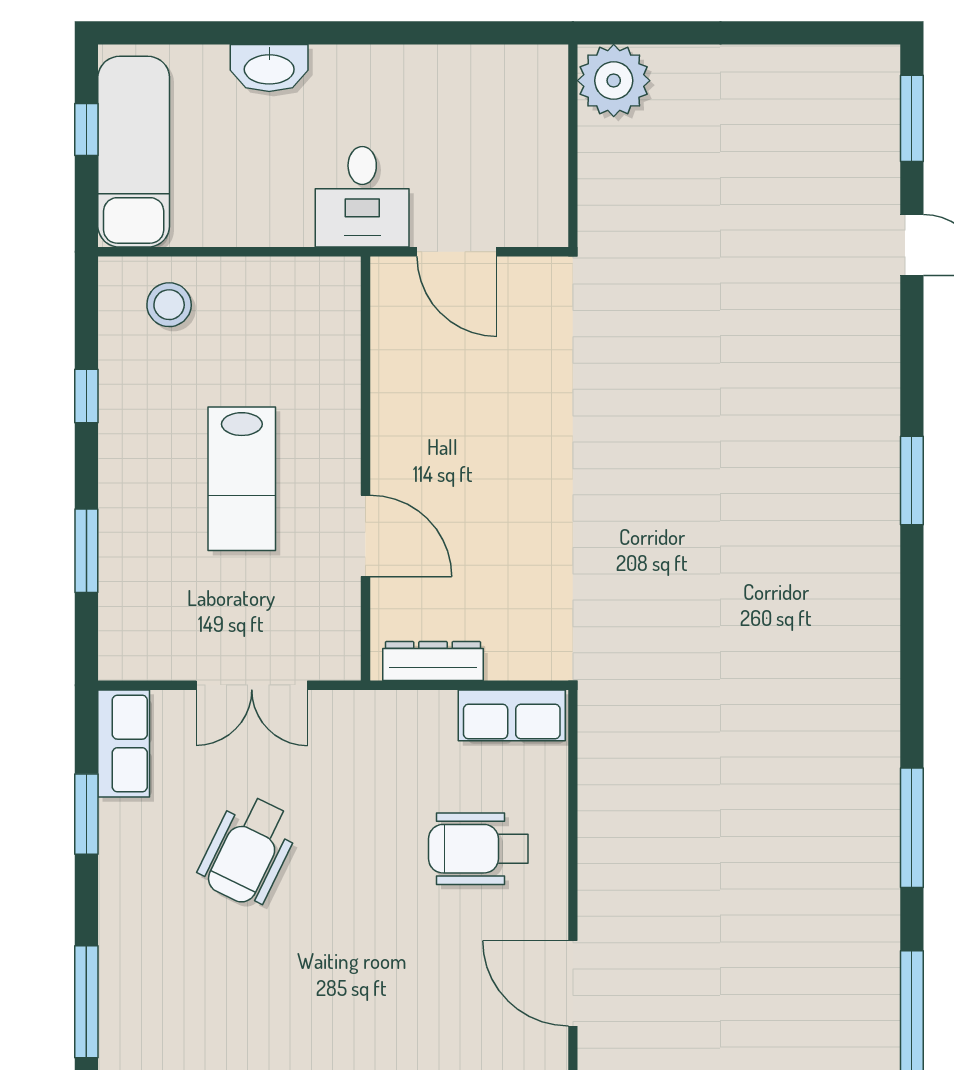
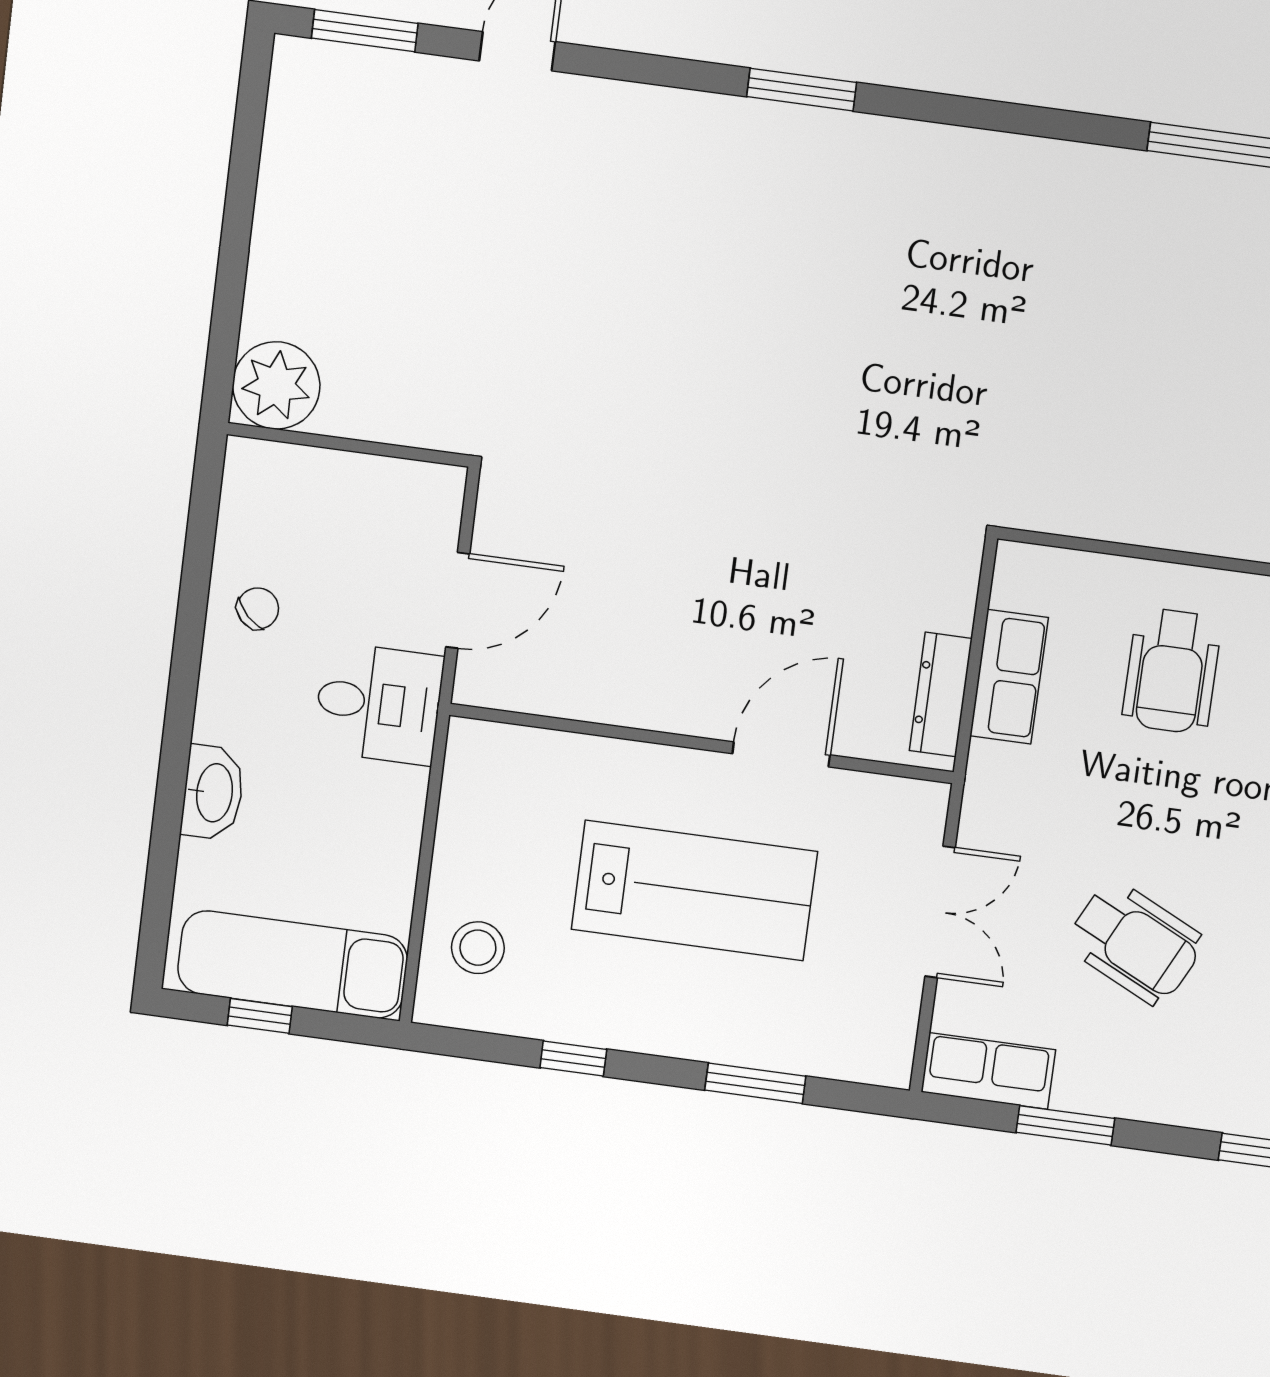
chair: (428, 87) -> (258, 608), added
lab bench: (242, 479) -> (694, 890), width x1.36, depth x1.39
row of seats: (512, 715) -> (1009, 677), moved

